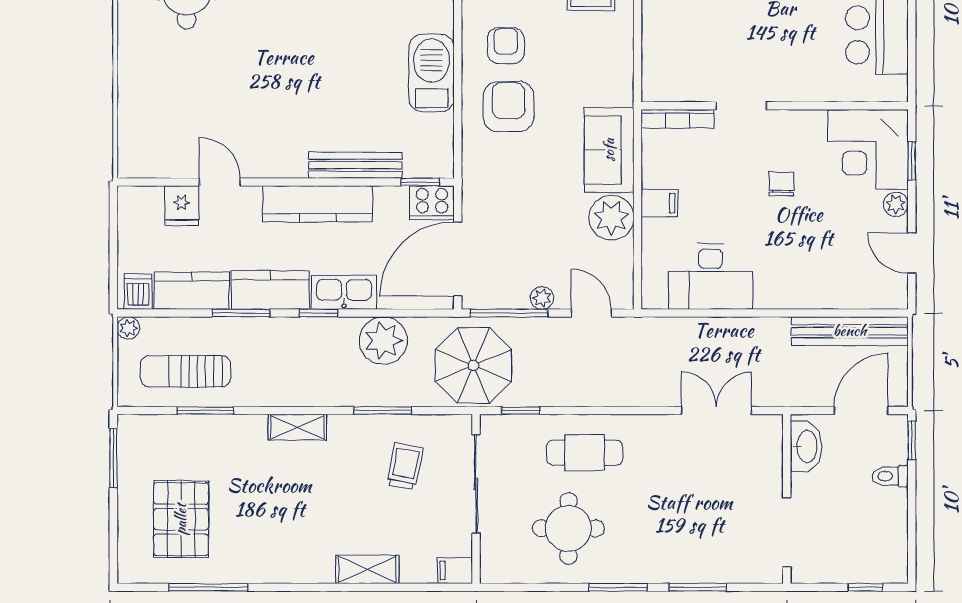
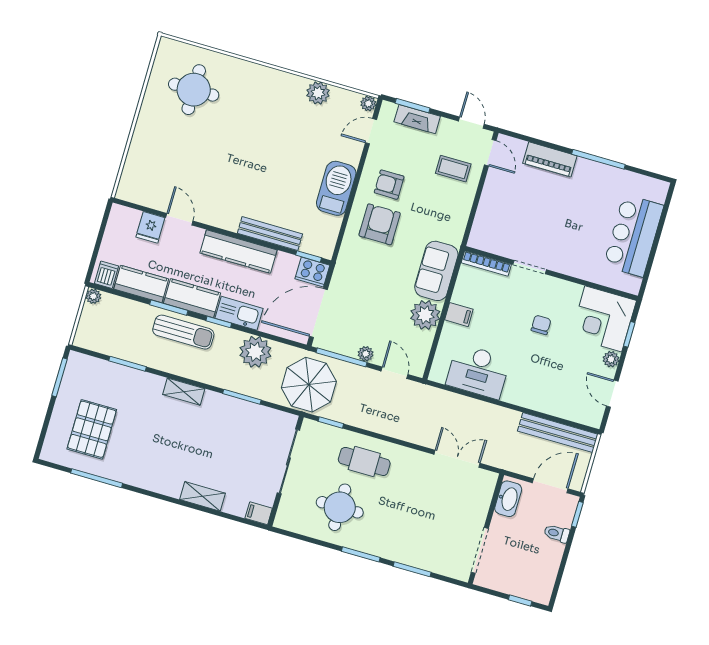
armchair: (506, 46) -> (389, 185), turned -90
sun lounger: (185, 371) -> (183, 332), moved, turned 180
trolley: (405, 466) -> (246, 437), removed

